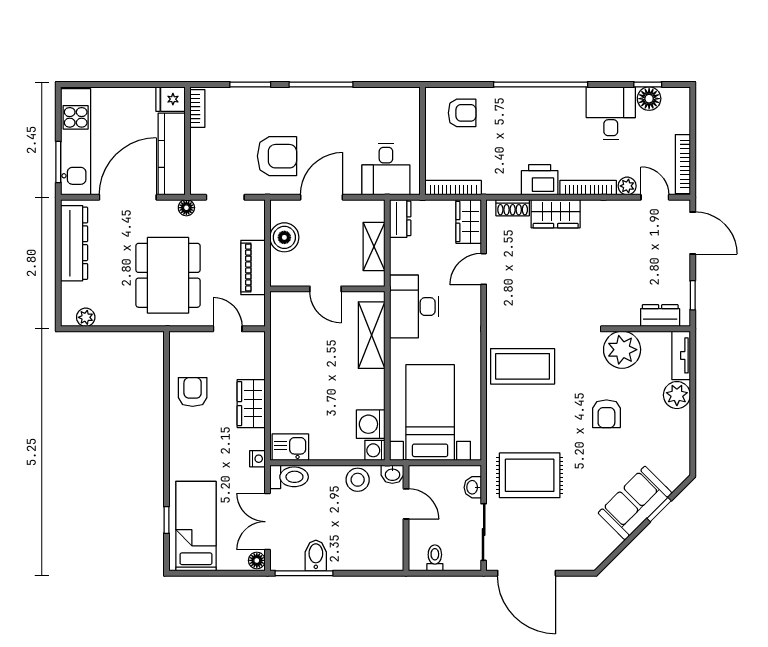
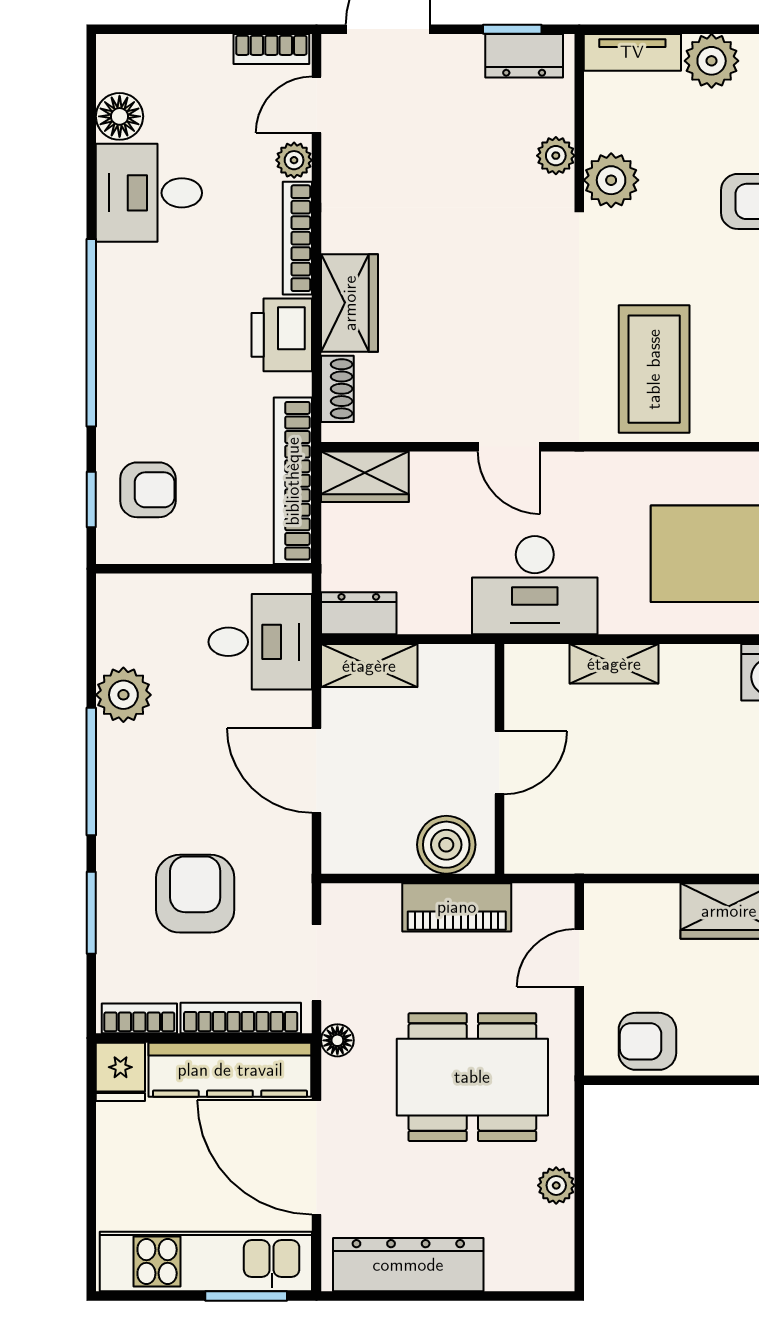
window: (648, 84) -> (91, 500), moved
plant: (359, 101) -> (123, 695), added
armchair: (462, 113) -> (148, 490), turned 90
armchair: (277, 156) -> (195, 894), moved
bookcase: (198, 159) -> (241, 1018), added
bookcase: (683, 164) -> (271, 49), width x0.64
bookcase: (453, 188) -> (293, 481), width x1.48, depth x1.31
boiler: (284, 237) -> (446, 845), moved
shelving: (374, 246) -> (369, 666), moved
door: (484, 269) -> (509, 447), moved
dresser: (660, 316) -> (524, 56), moved, turned -90
plant: (86, 317) -> (556, 1185), moved
plant: (629, 317) -> (556, 156), added
shelving: (372, 335) -> (614, 664), width x0.67, depth x0.75
plant: (622, 350) -> (611, 180), width x0.73, depth x0.73
armchair: (193, 392) -> (647, 1041), moved

